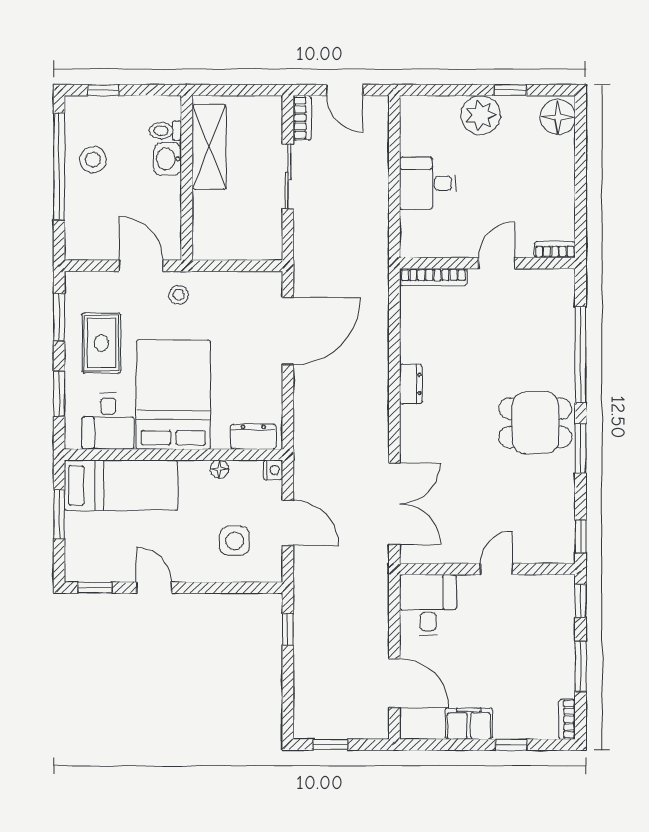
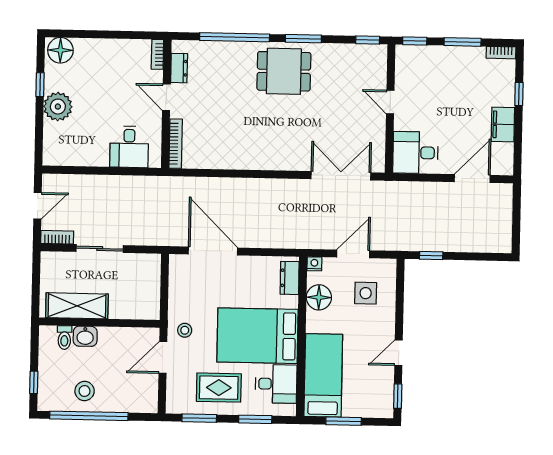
desk: (428, 183) -> (129, 147), moved
dresser: (411, 384) -> (179, 68), moved, turned 90
dining table: (535, 423) -> (284, 71), turned 90
floor lamp: (219, 469) -> (319, 297), width x1.89, depth x1.89
window: (330, 745) -> (516, 226), removed

